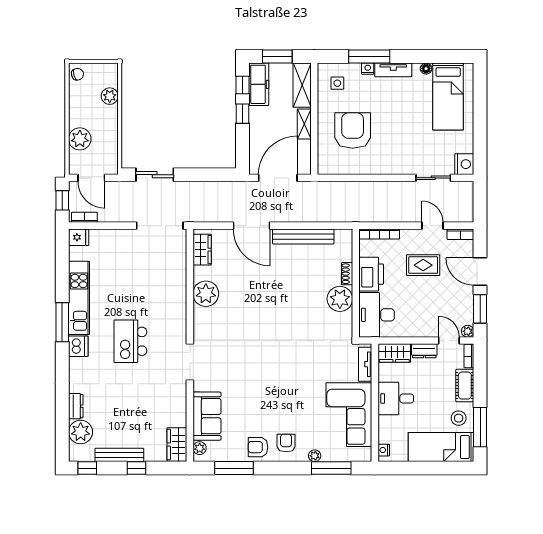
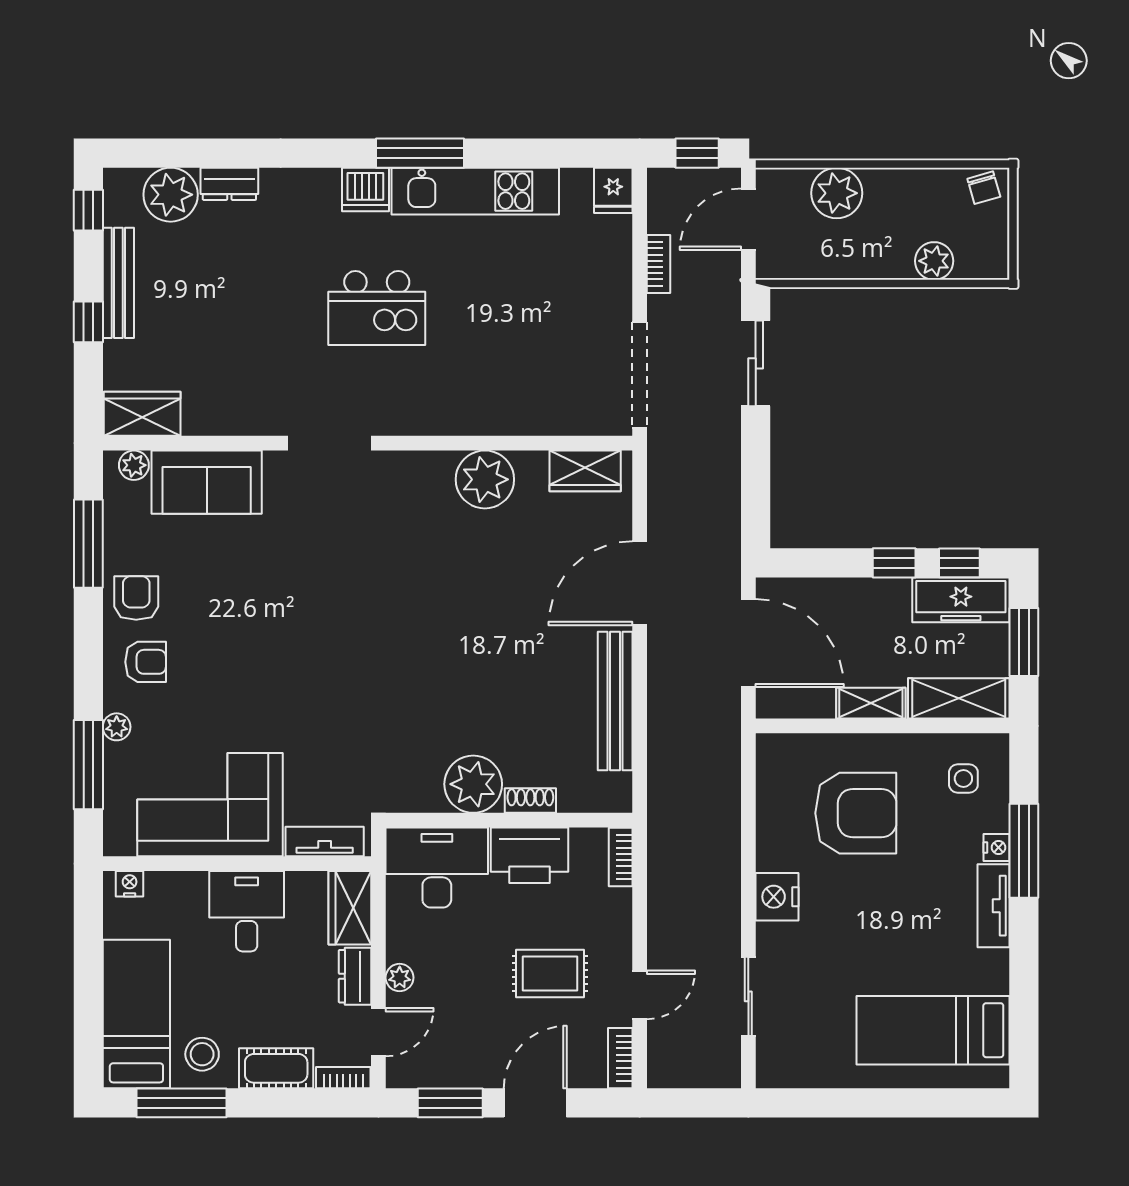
floor lamp: (426, 69) -> (997, 980), removed
nightstand: (464, 164) -> (777, 897), moved, turned 90
bookcase: (84, 217) -> (658, 264), moved
bookcase: (379, 234) -> (621, 857), width x0.64
rug: (423, 265) -> (550, 974), turned 90
plant: (468, 331) -> (400, 978), moved
kitchen island: (130, 341) -> (377, 308), turned 180

